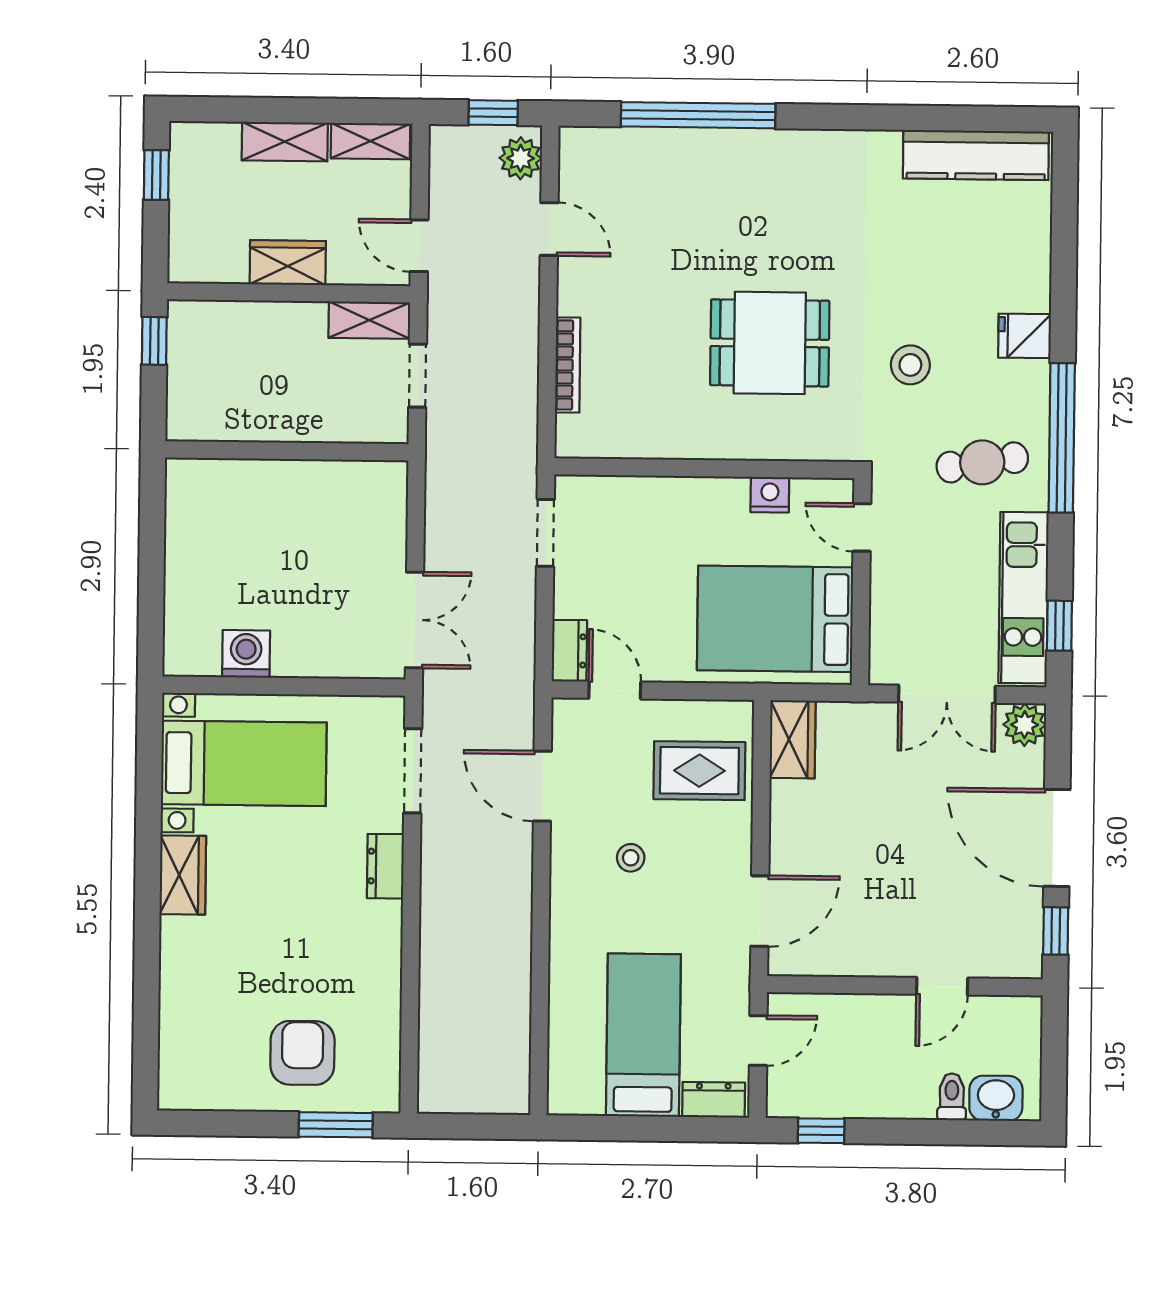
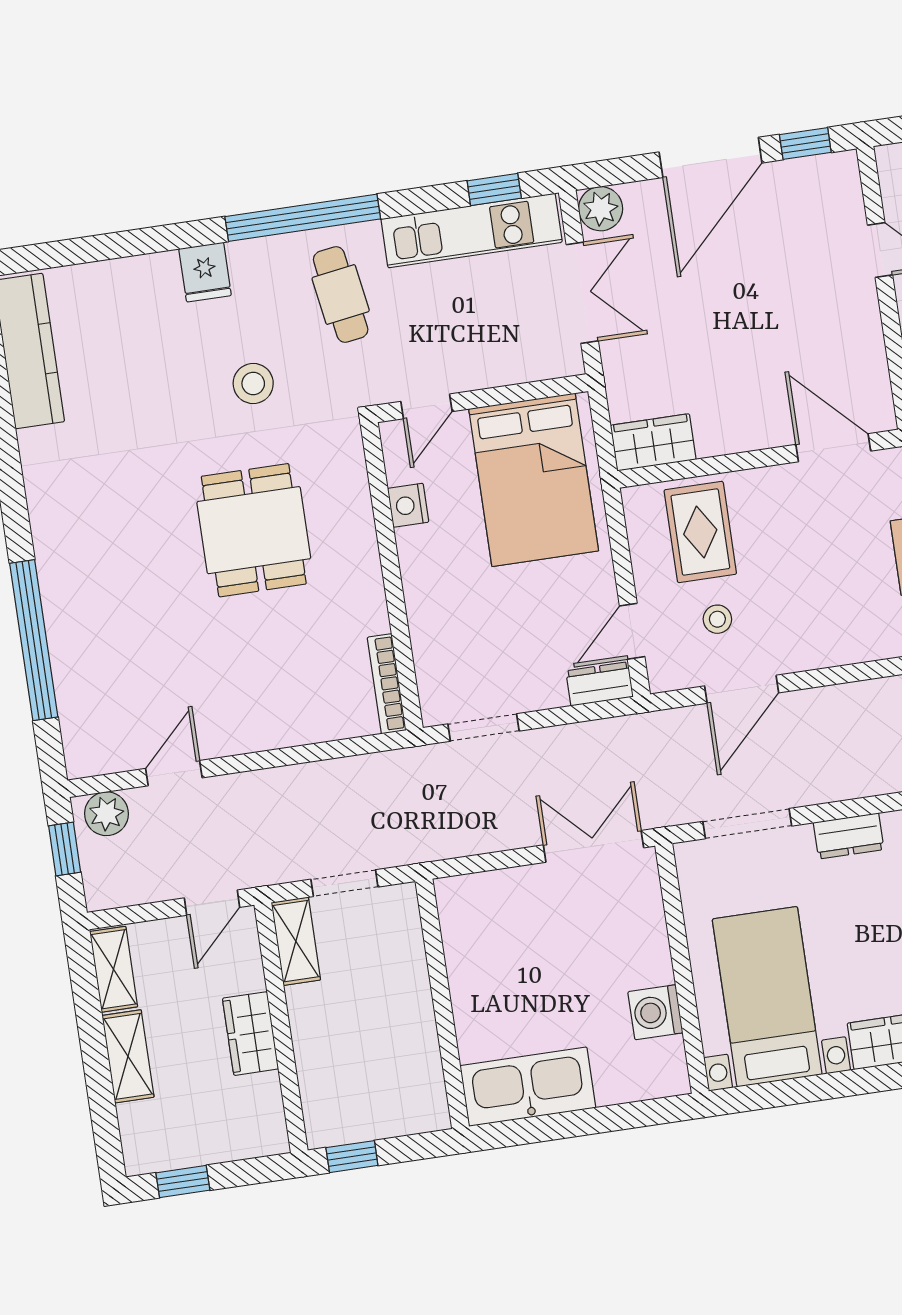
bookcase: (568, 365) -> (387, 684), moved, turned -90
kitchen sink: (194, 520) -> (528, 1087), added
stool: (631, 858) -> (717, 619), moved

